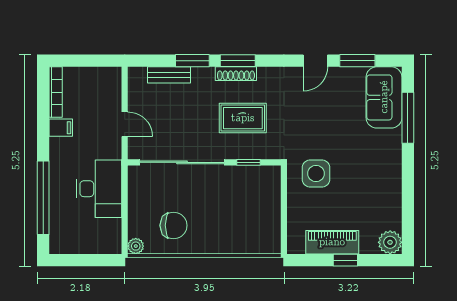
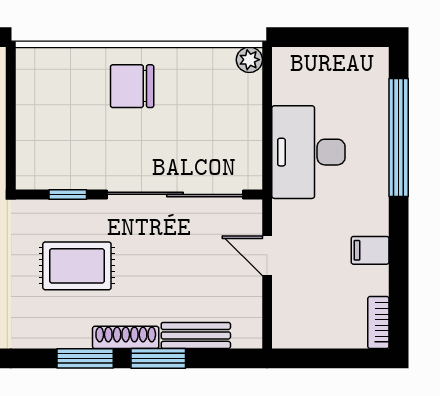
shoe rack: (236, 74) -> (126, 337), moved
bookcase: (56, 92) -> (378, 322), width x0.64
chair: (174, 225) -> (132, 86), moved

